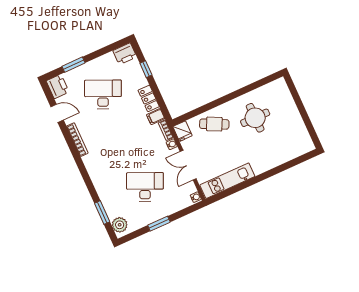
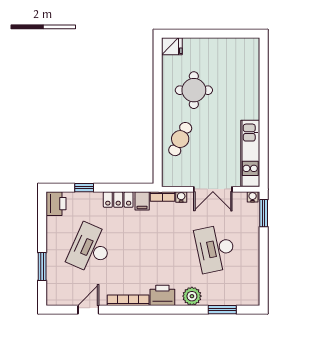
printer: (58, 86) -> (162, 295), moved
fridge: (182, 131) -> (172, 46), moved
desk: (145, 187) -> (215, 249), turned -36
window: (159, 224) -> (264, 213), moved
plant: (120, 225) -> (192, 296), moved

